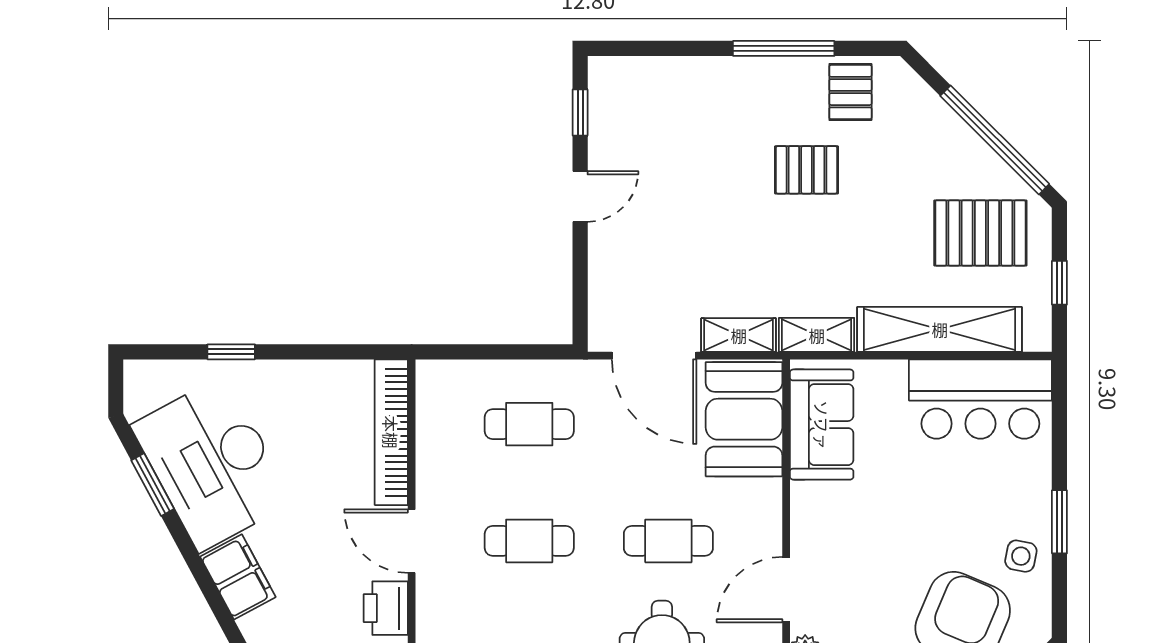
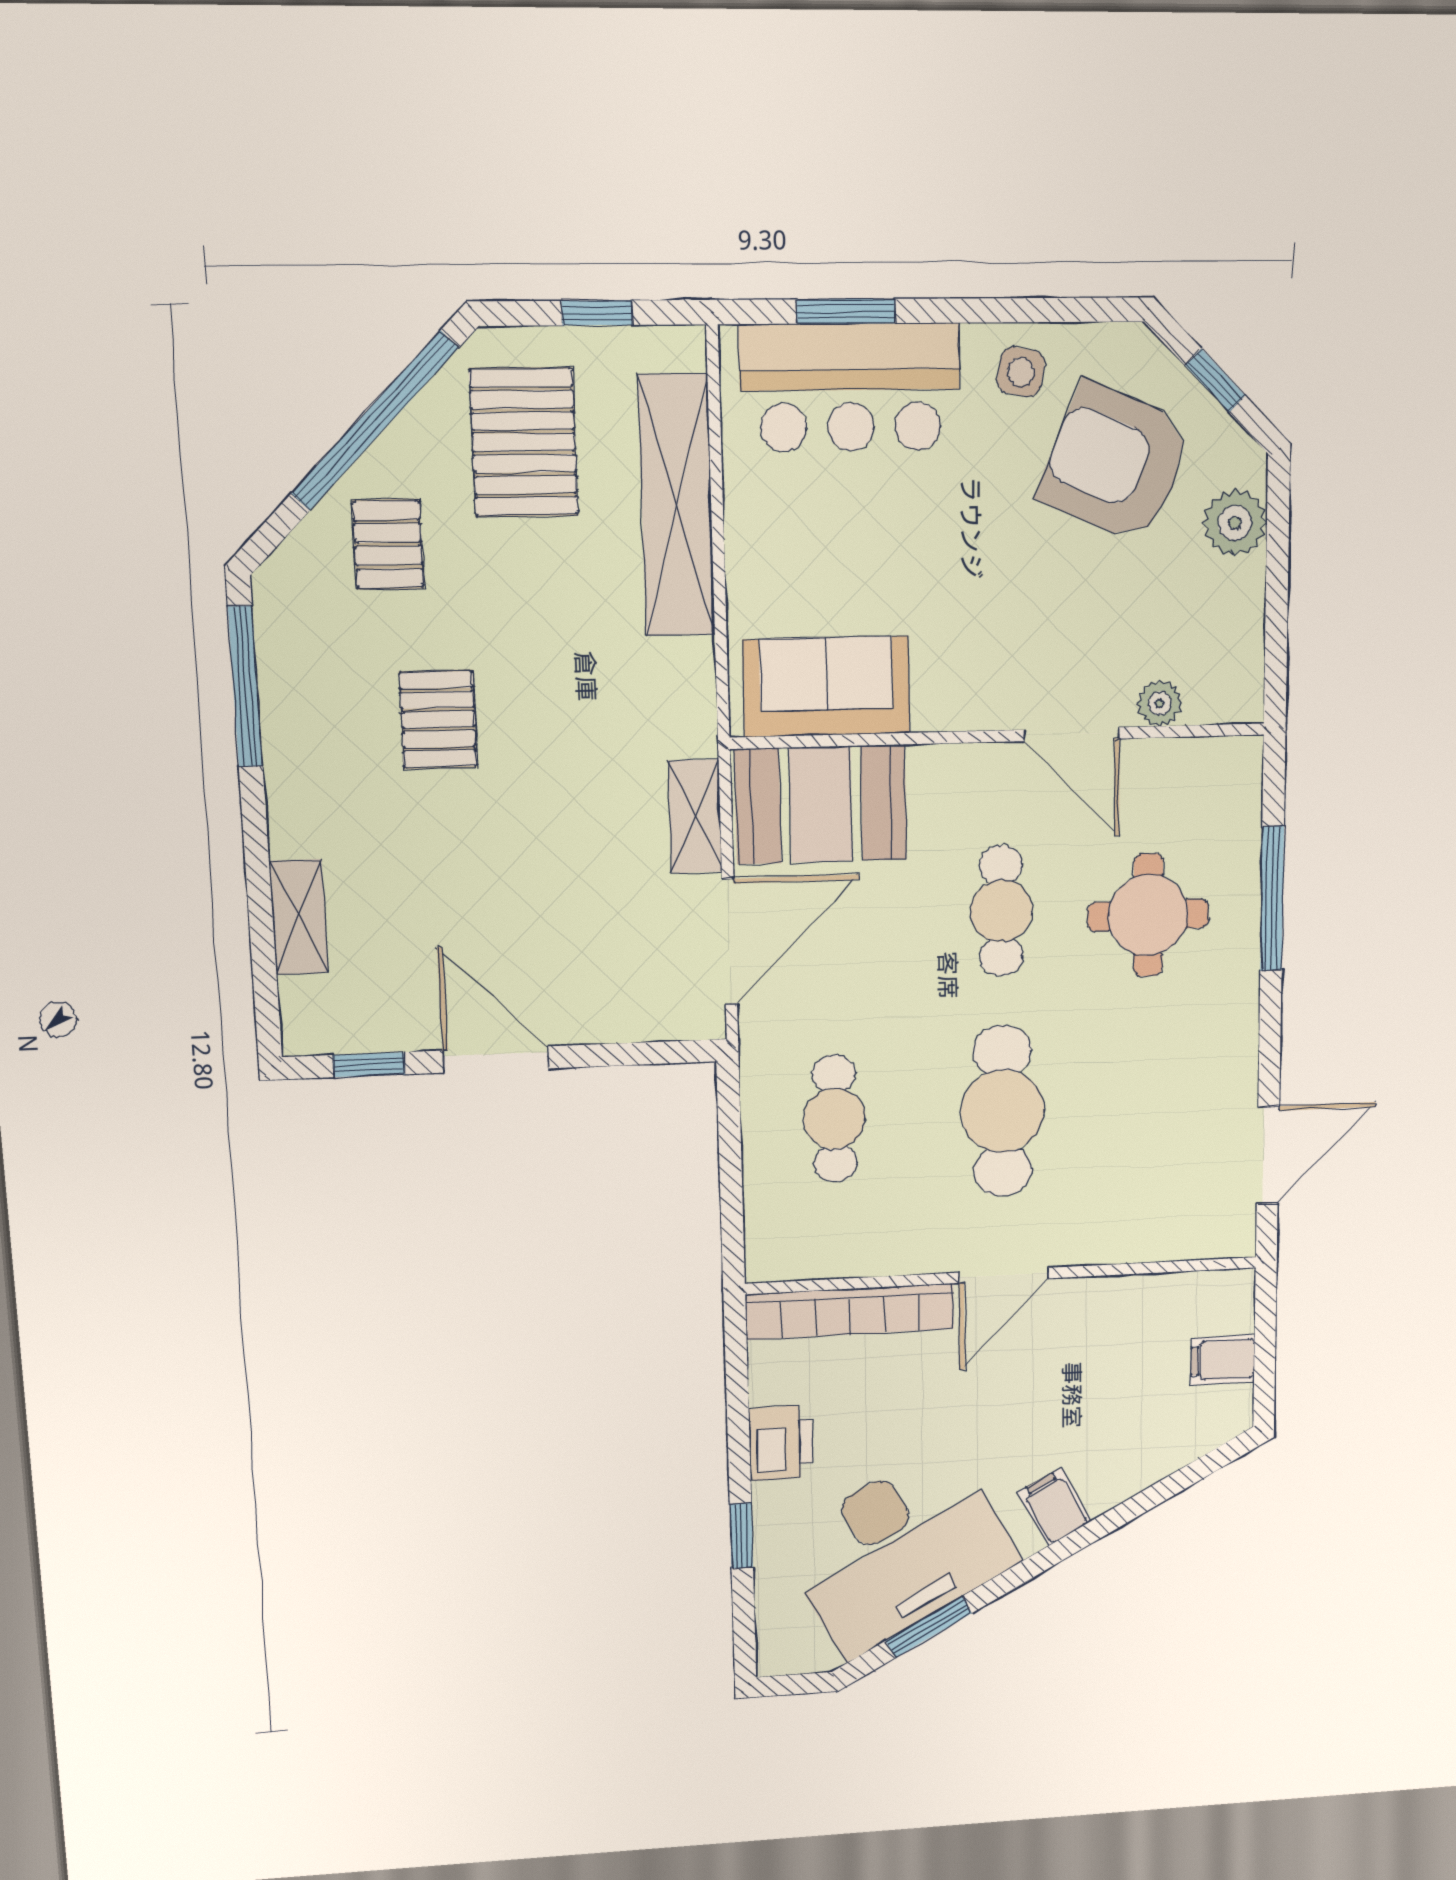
window: (784, 48) -> (245, 687), moved
pallet: (850, 92) -> (388, 544), moved, turned 90
door: (580, 196) -> (496, 1059), width x1.38
shelving: (817, 335) -> (299, 917), moved
bar counter: (980, 399) -> (850, 387), moved, turned 90
window: (1059, 522) -> (846, 311), moved
cafe table: (529, 541) -> (1003, 1111), width x1.37, depth x1.35
filing cabinet: (238, 577) -> (1055, 1507), width x0.50
printer: (386, 608) -> (781, 1443), moved, turned -90

